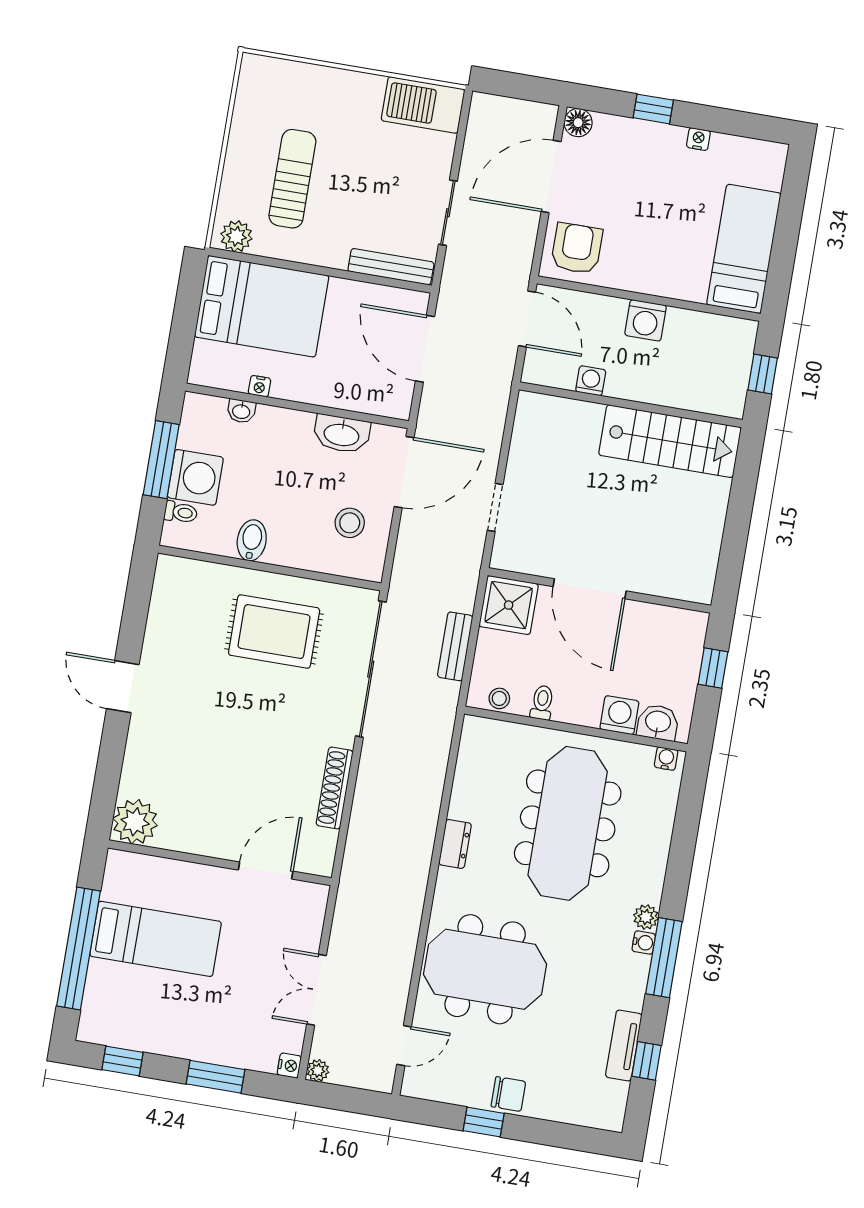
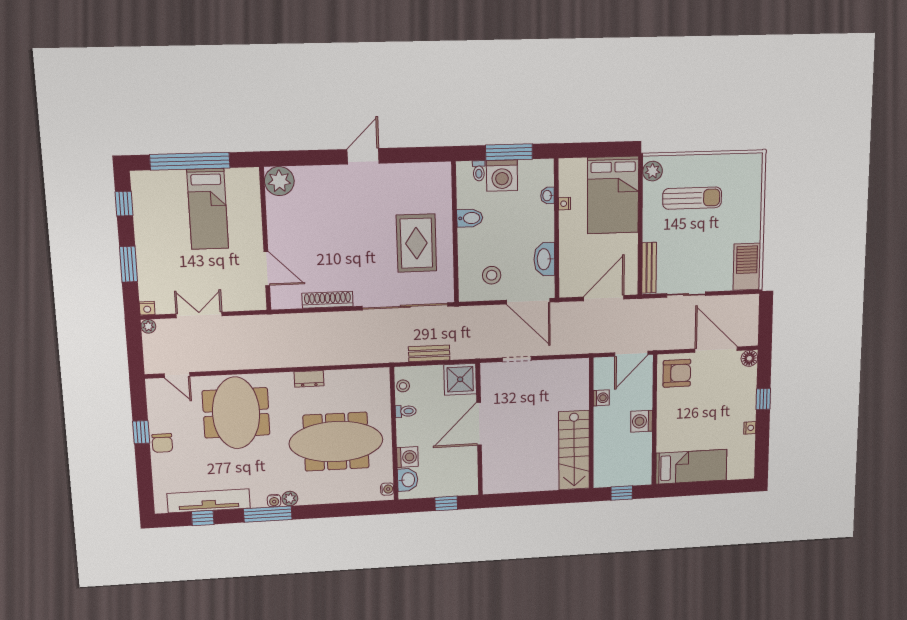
tv unit: (624, 1046) -> (209, 501), width x1.92, depth x1.29

